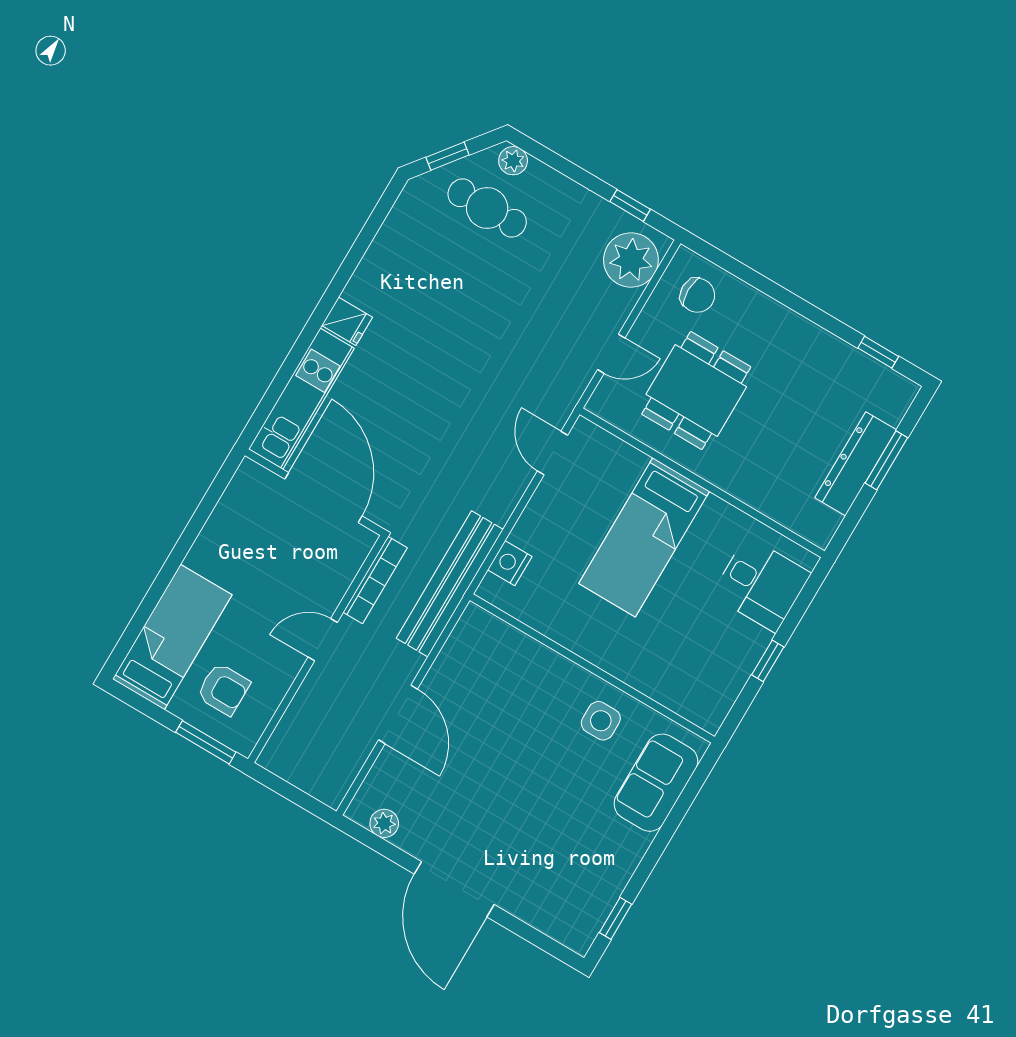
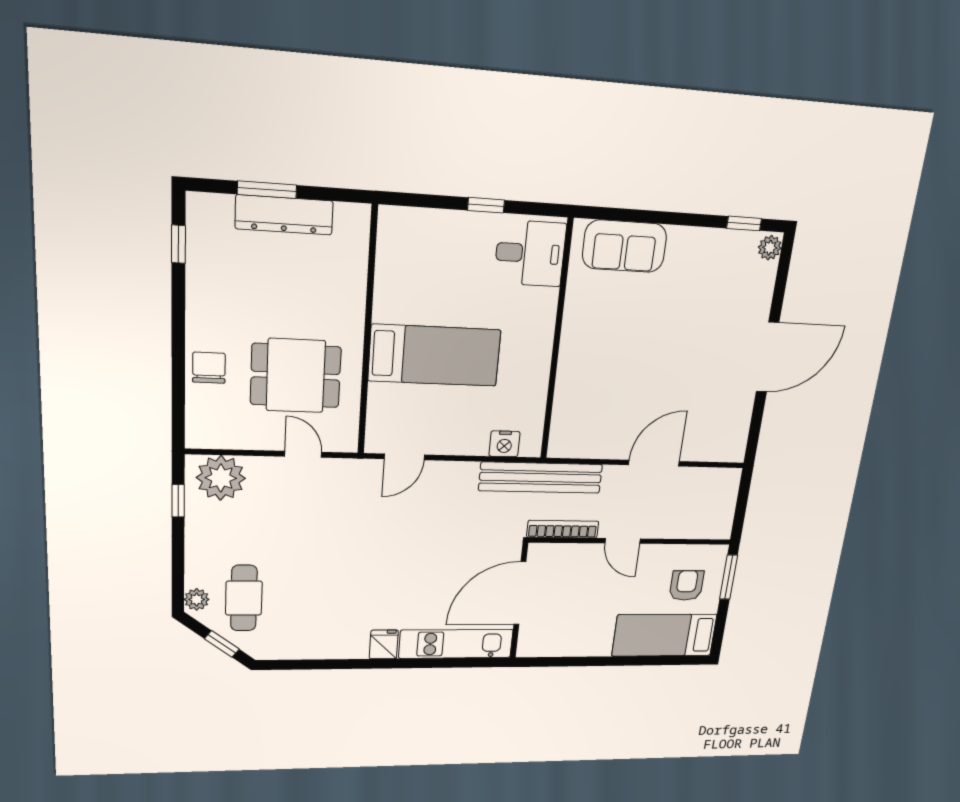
chair: (697, 295) -> (209, 368), moved
desk: (761, 584) -> (530, 253), moved, turned 90
side table: (601, 721) -> (594, 314), removed
plant: (384, 823) -> (770, 248), moved

